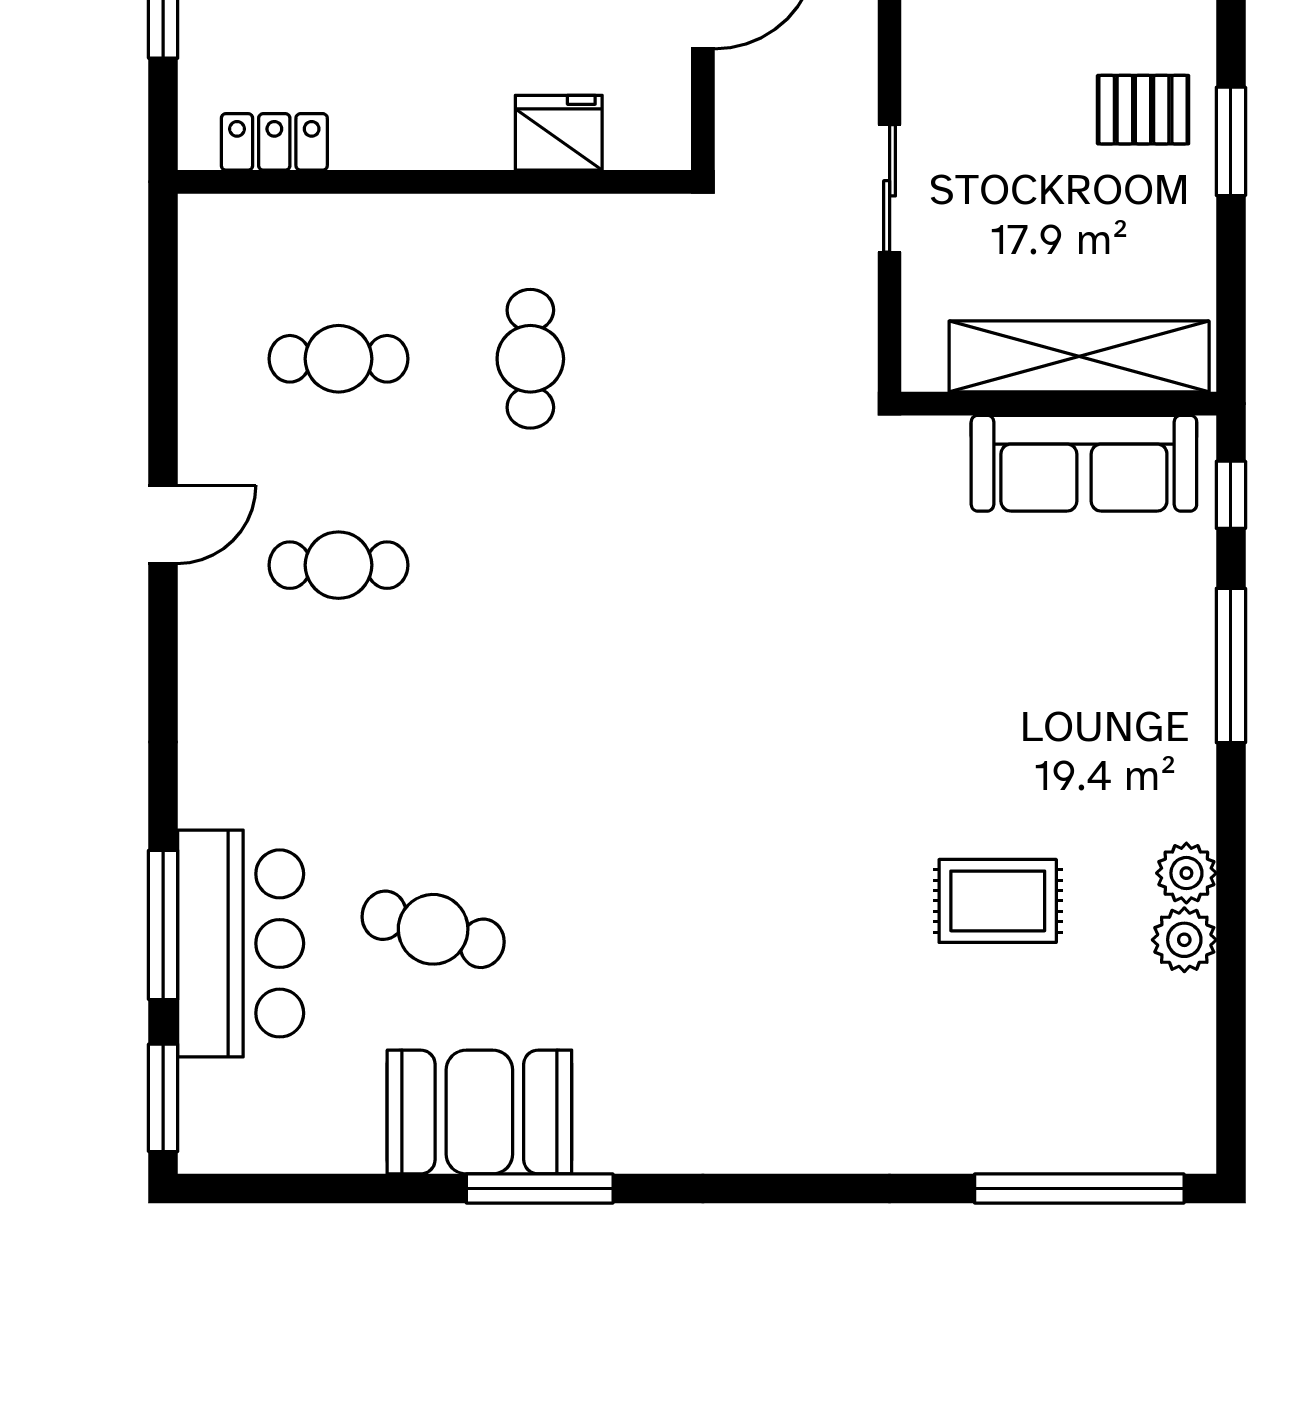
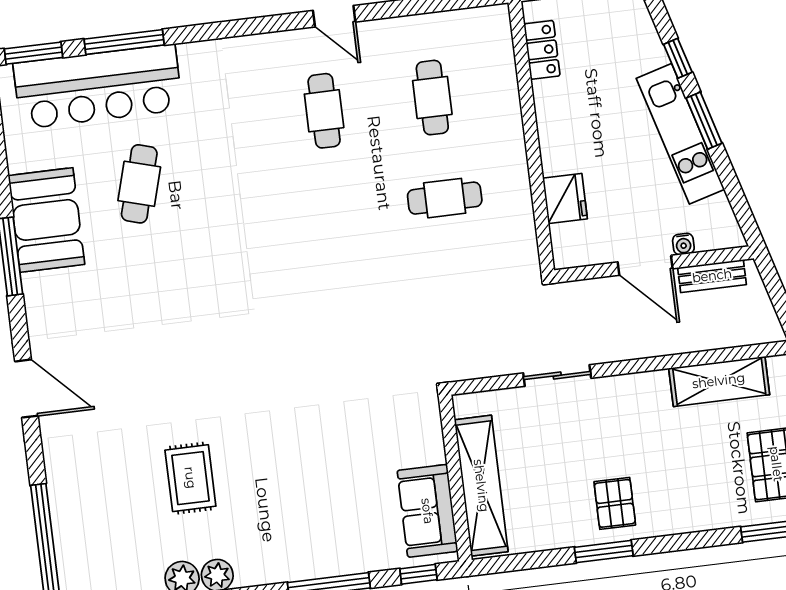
sofa: (1084, 463) -> (427, 511), width x0.73
bar counter: (241, 943) -> (98, 87), width x1.36
door: (792, 1188) -> (26, 389), added

